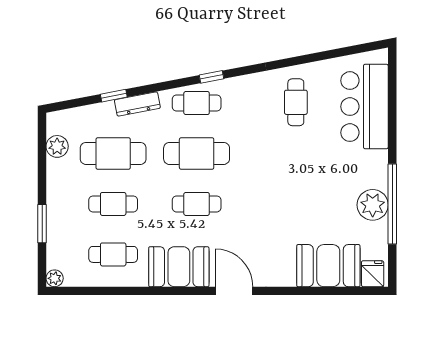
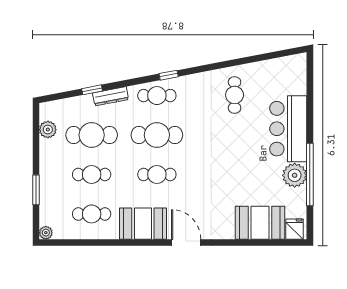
bar counter: (365, 107) -> (288, 129), moved

